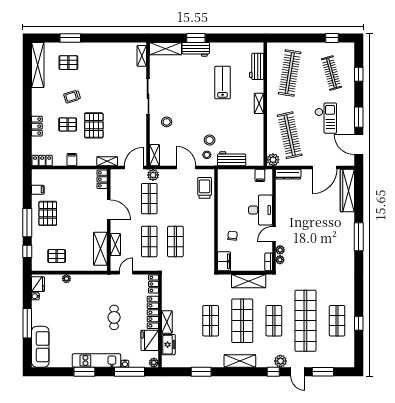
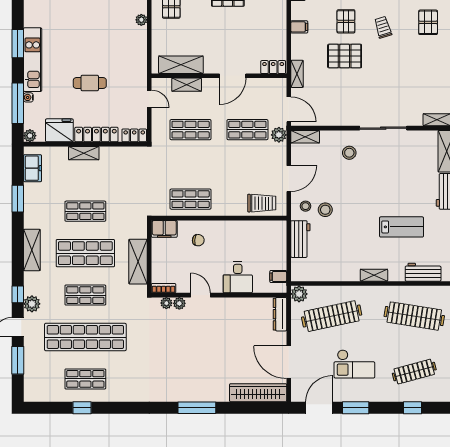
desk: (260, 210) -> (238, 277), width x0.73
shop shelf: (175, 242) -> (191, 199), moved
freezer: (168, 345) -> (32, 168), moved, turned -90

